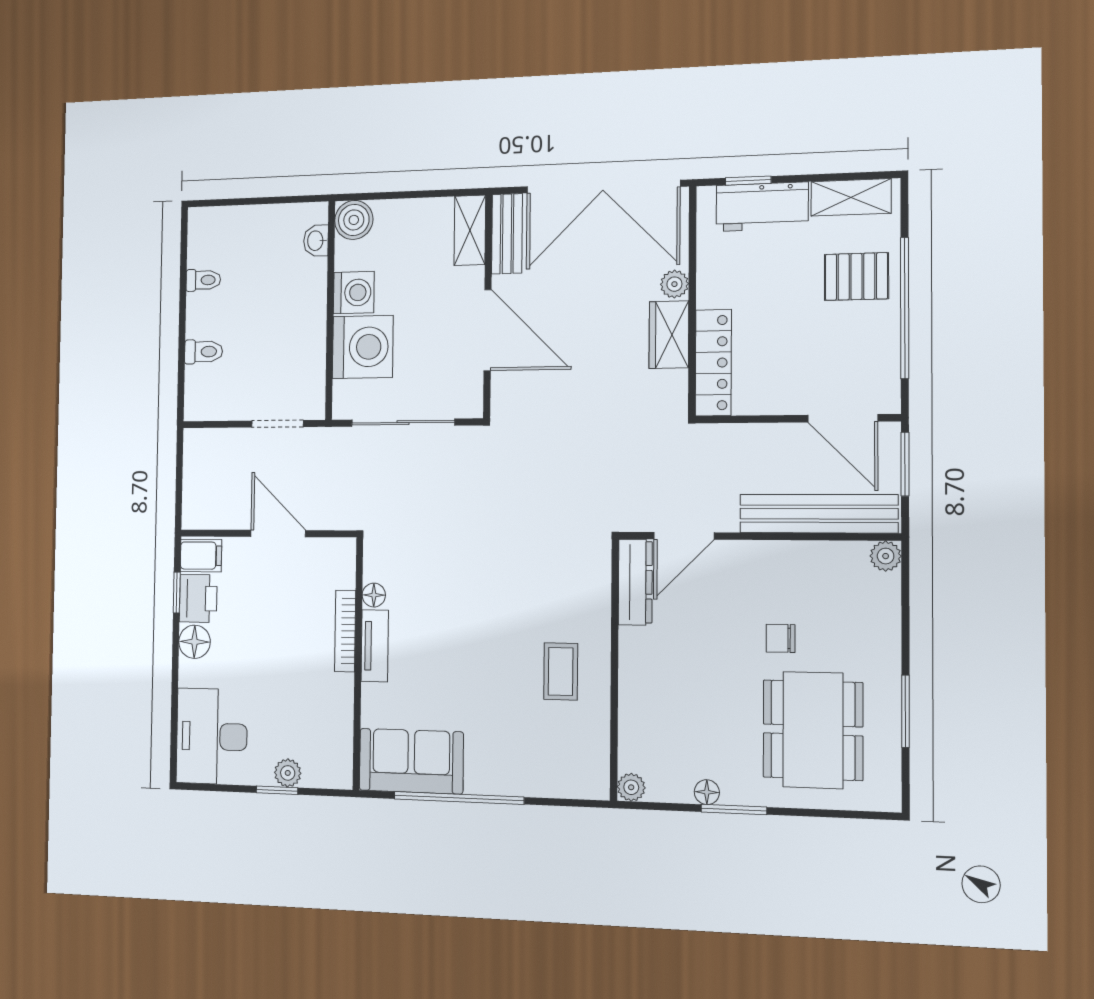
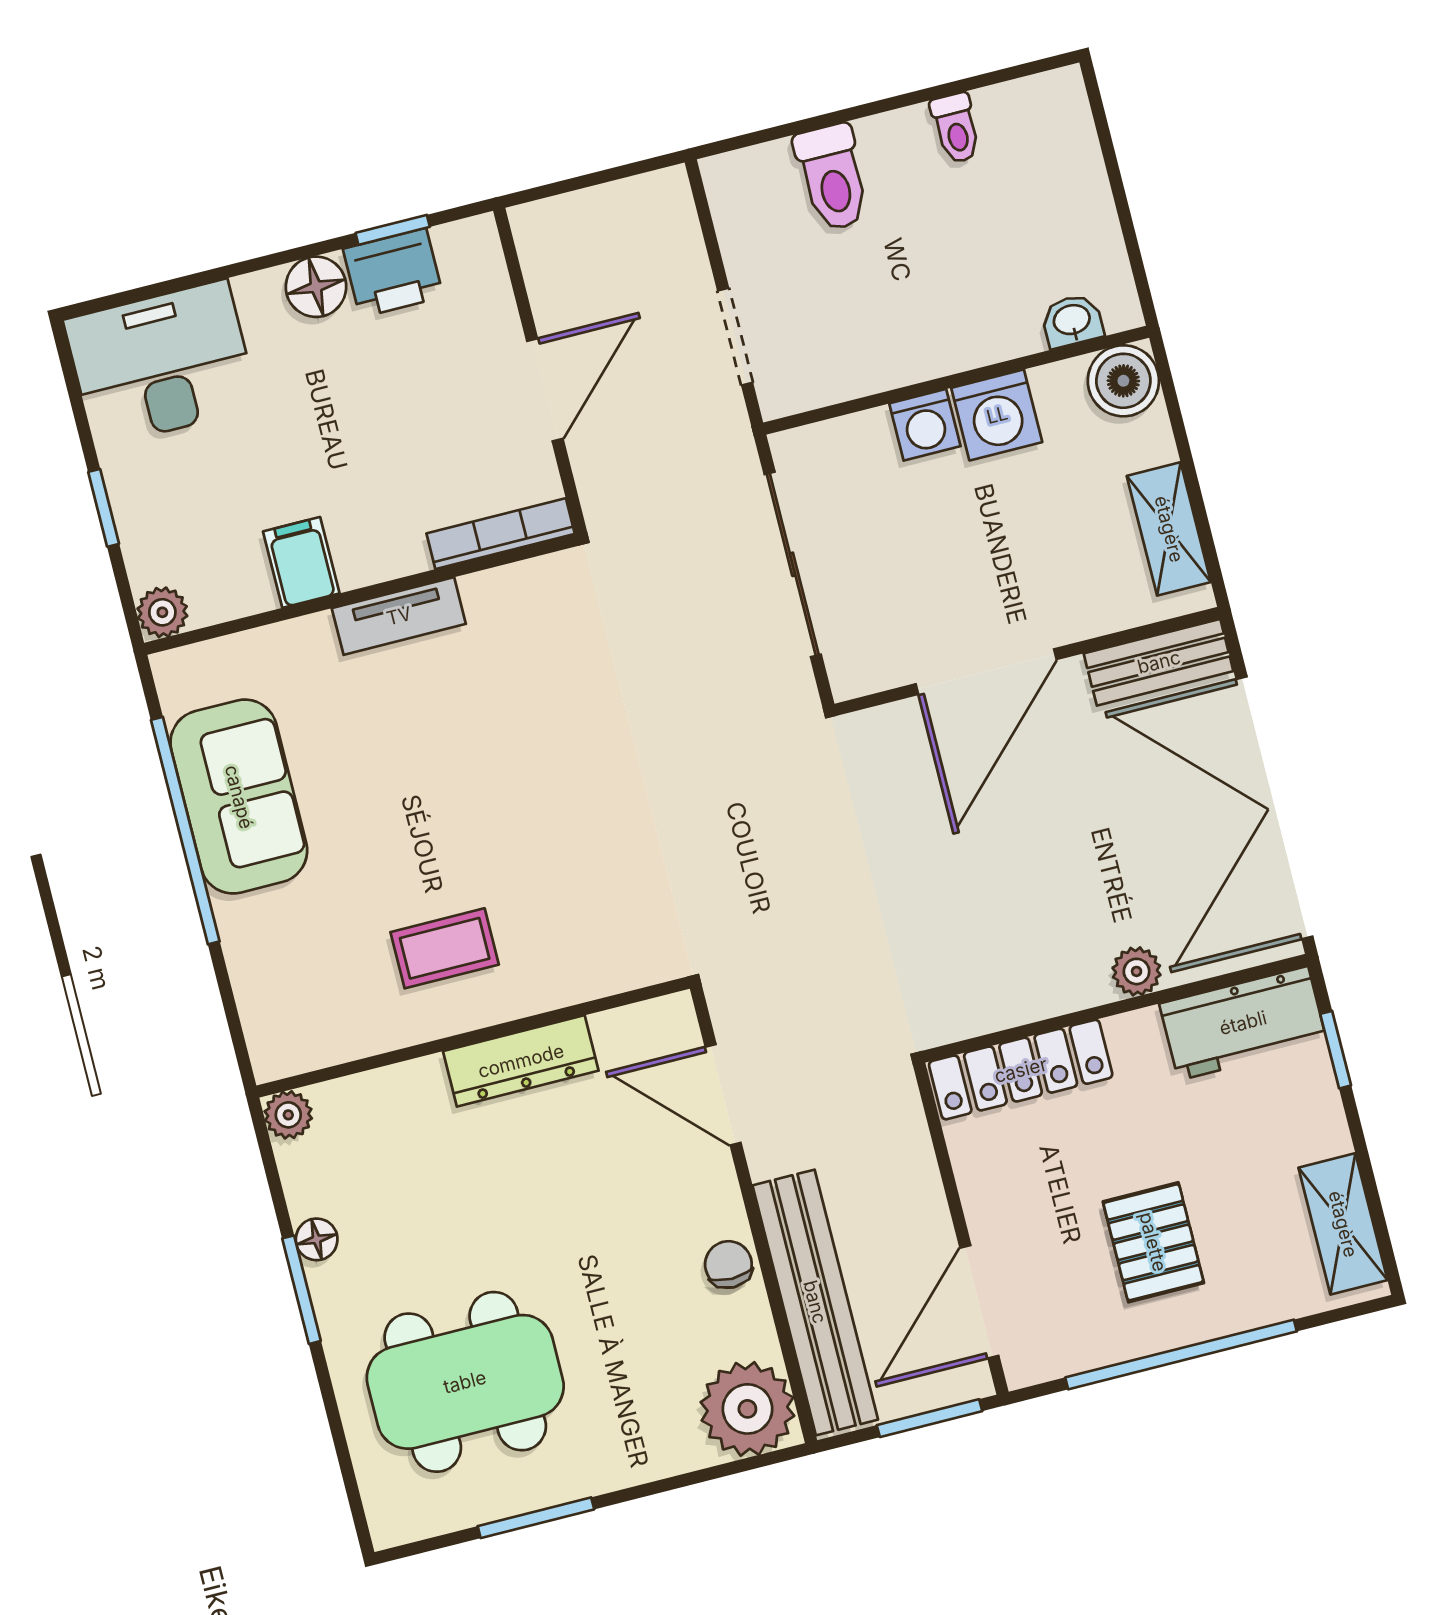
workbench: (762, 207) -> (1243, 1023), moved, turned -90
shelving: (470, 230) -> (1169, 529), moved, turned 90
pallet: (856, 277) -> (1153, 1242), moved
wardrobe: (669, 335) -> (1050, 984), removed
washing machine: (363, 347) -> (925, 425), width x0.53, depth x0.53
toilet: (204, 352) -> (832, 177), width x1.37, depth x1.39
filing cabinet: (201, 556) -> (301, 562), moved, turned 180
plant: (886, 556) -> (747, 1409), width x1.88, depth x1.88
dresser: (635, 582) -> (521, 1061), moved
floor lamp: (374, 595) -> (485, 591), removed
bookcase: (345, 631) -> (501, 534), moved
chair: (781, 638) -> (728, 1264), moved
sofa: (411, 761) -> (239, 797), moved
plant: (288, 773) -> (162, 612), moved

